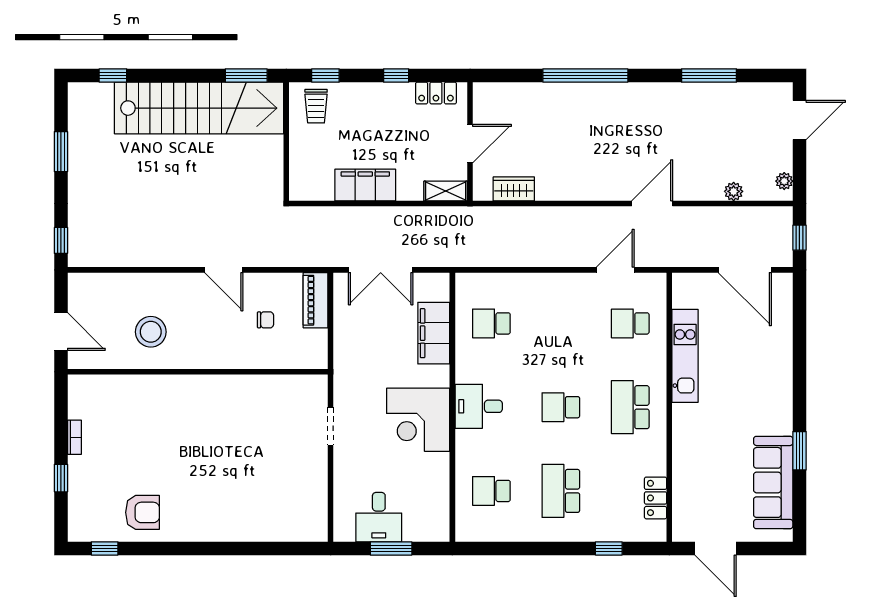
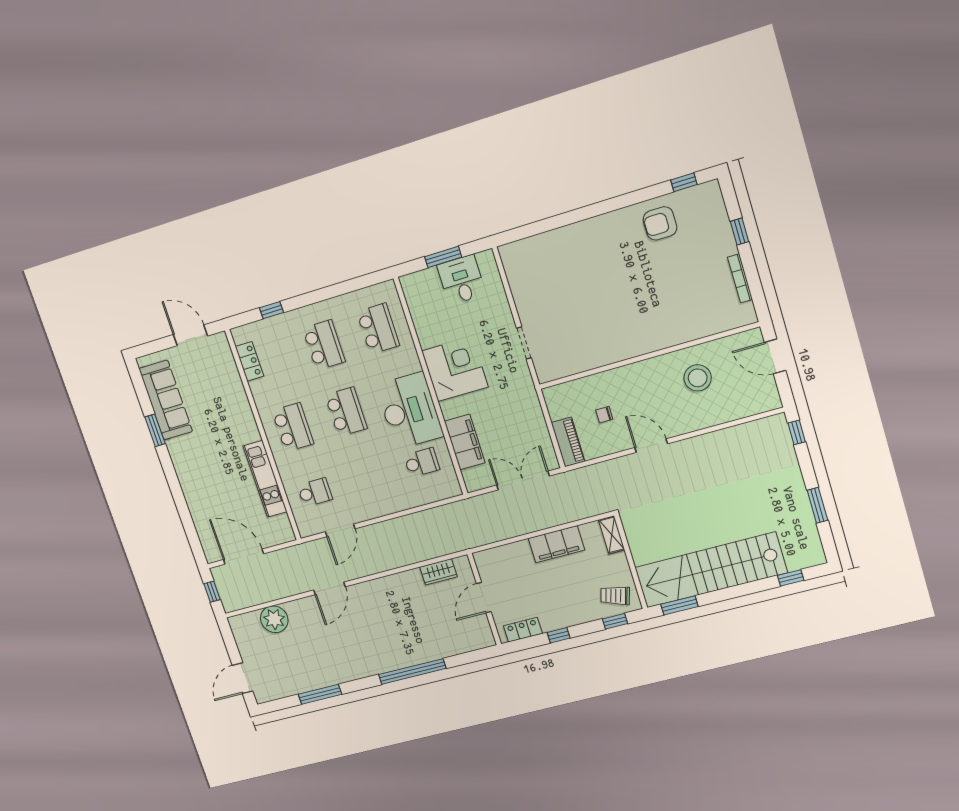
trolley: (316, 106) -> (615, 596), turned -73
plant: (784, 181) -> (238, 631), removed
shelving: (446, 191) -> (612, 535), moved, turned 90
plant: (734, 191) -> (274, 619), width x1.88, depth x1.88
desk: (479, 406) -> (410, 411), width x1.87, depth x1.30
school desk: (561, 407) -> (346, 412), width x1.85
bookcase: (74, 437) -> (740, 278), width x1.56
school desk: (491, 491) -> (378, 329), width x1.85

